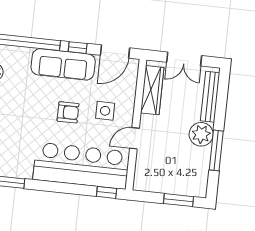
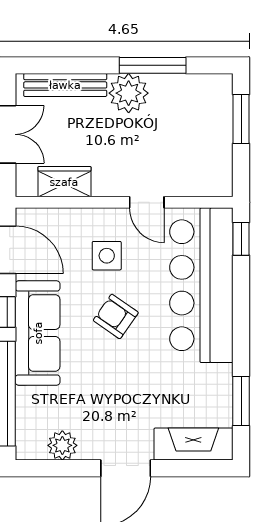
wardrobe: (152, 90) -> (64, 182), width x0.67
armchair: (68, 112) -> (116, 316), turned -55

